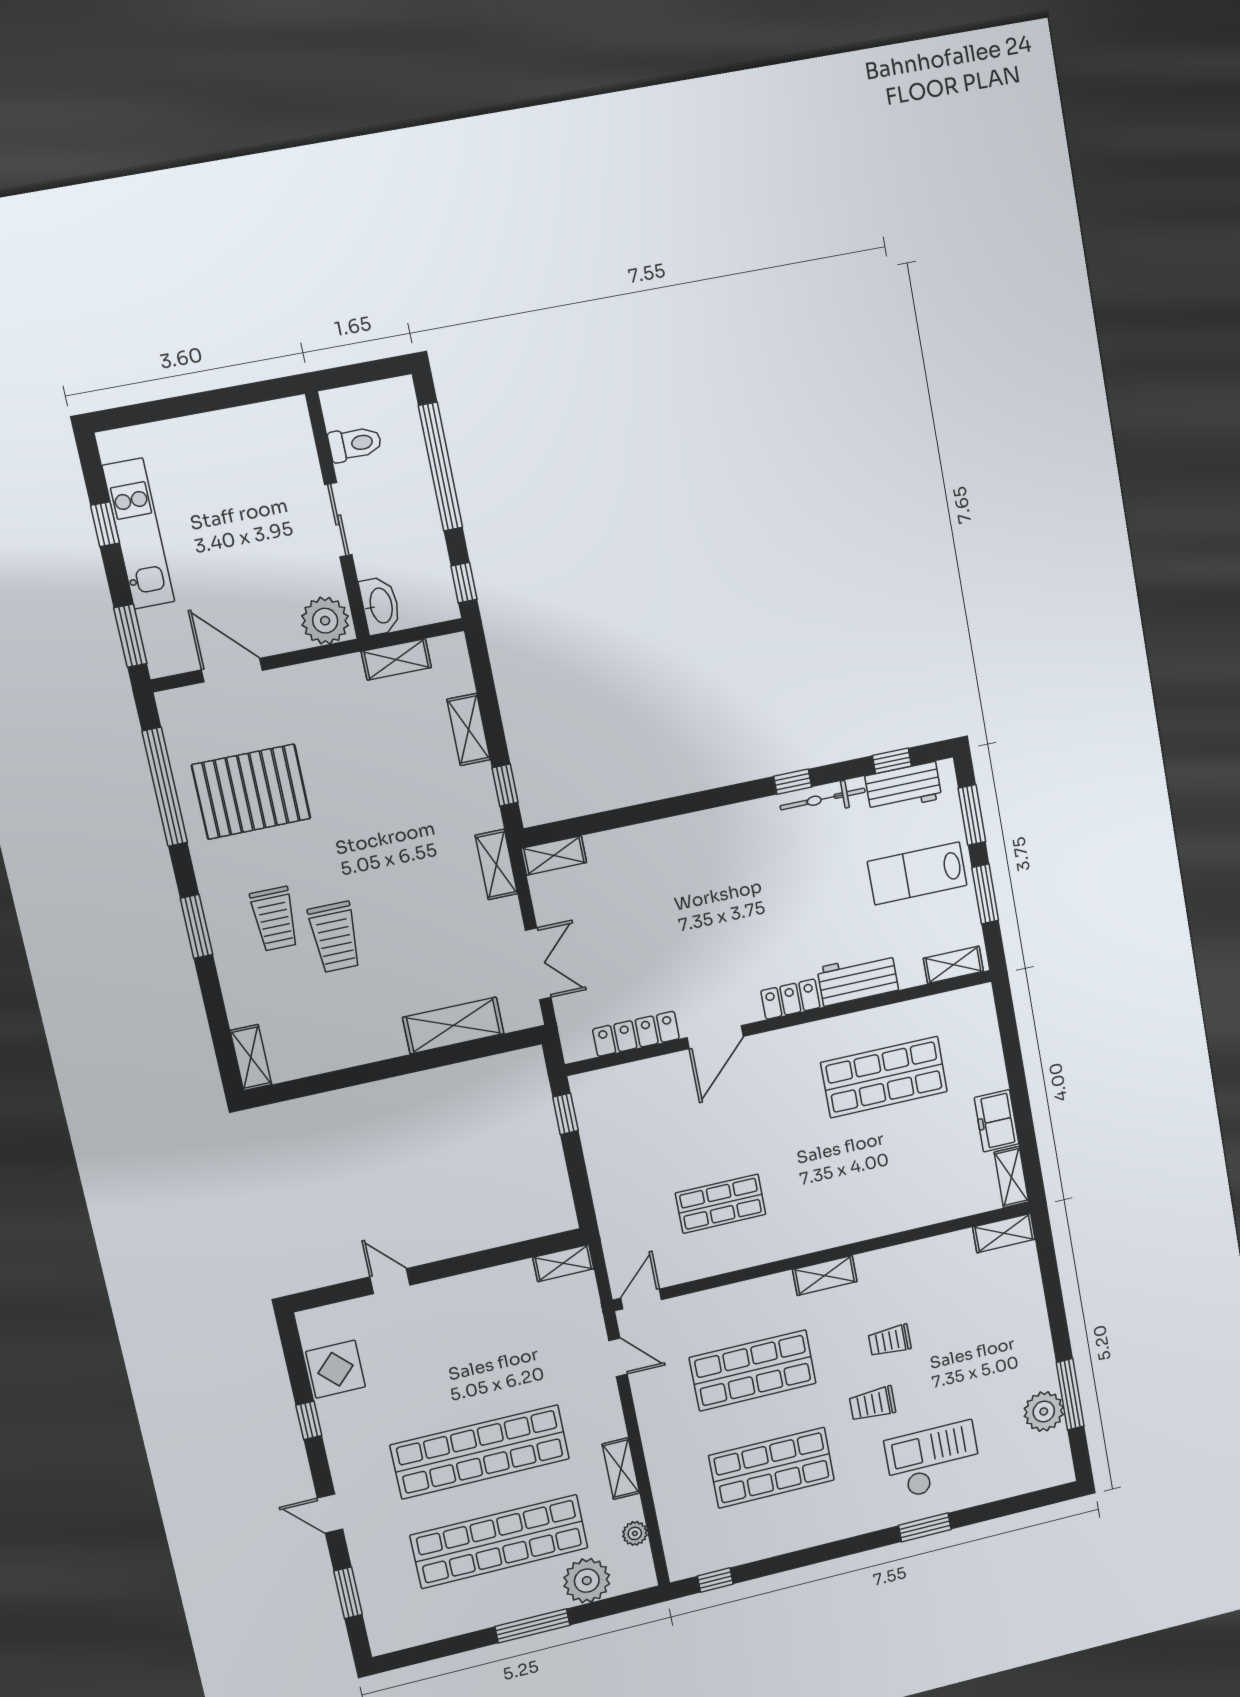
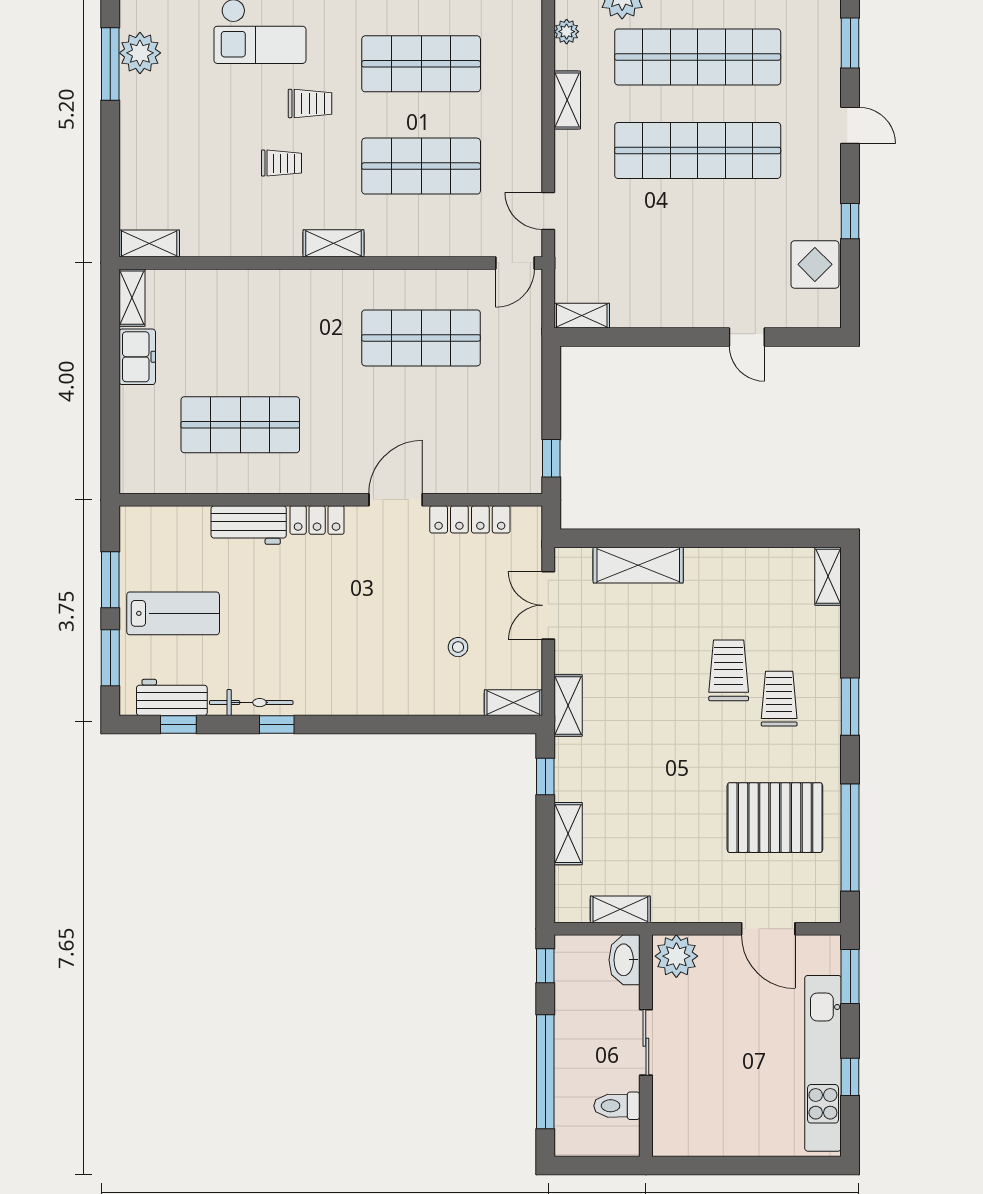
kitchen unit: (139, 534) -> (823, 1063), width x1.36
stool: (623, 901) -> (458, 647), added
shelving: (953, 965) -> (153, 518), removed
shop shelf: (721, 1204) -> (421, 338), width x1.43, depth x1.36

